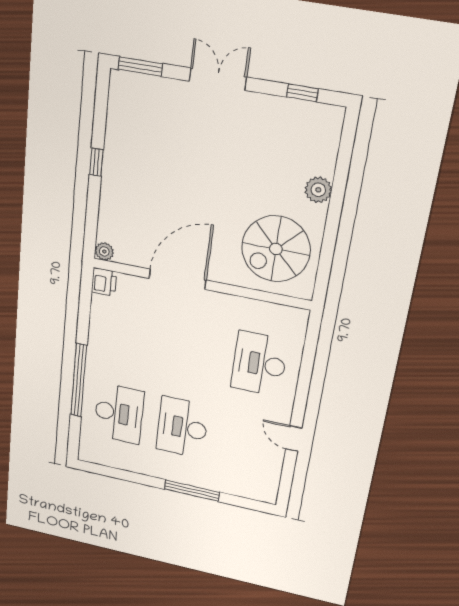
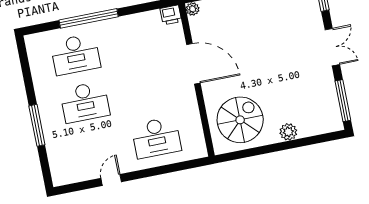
window: (302, 93) -> (343, 101), width x2.17
spiral stairs: (276, 249) -> (240, 120), turned 90
desk: (259, 364) -> (156, 138), turned 180
desk: (182, 427) -> (85, 102), turned 180

